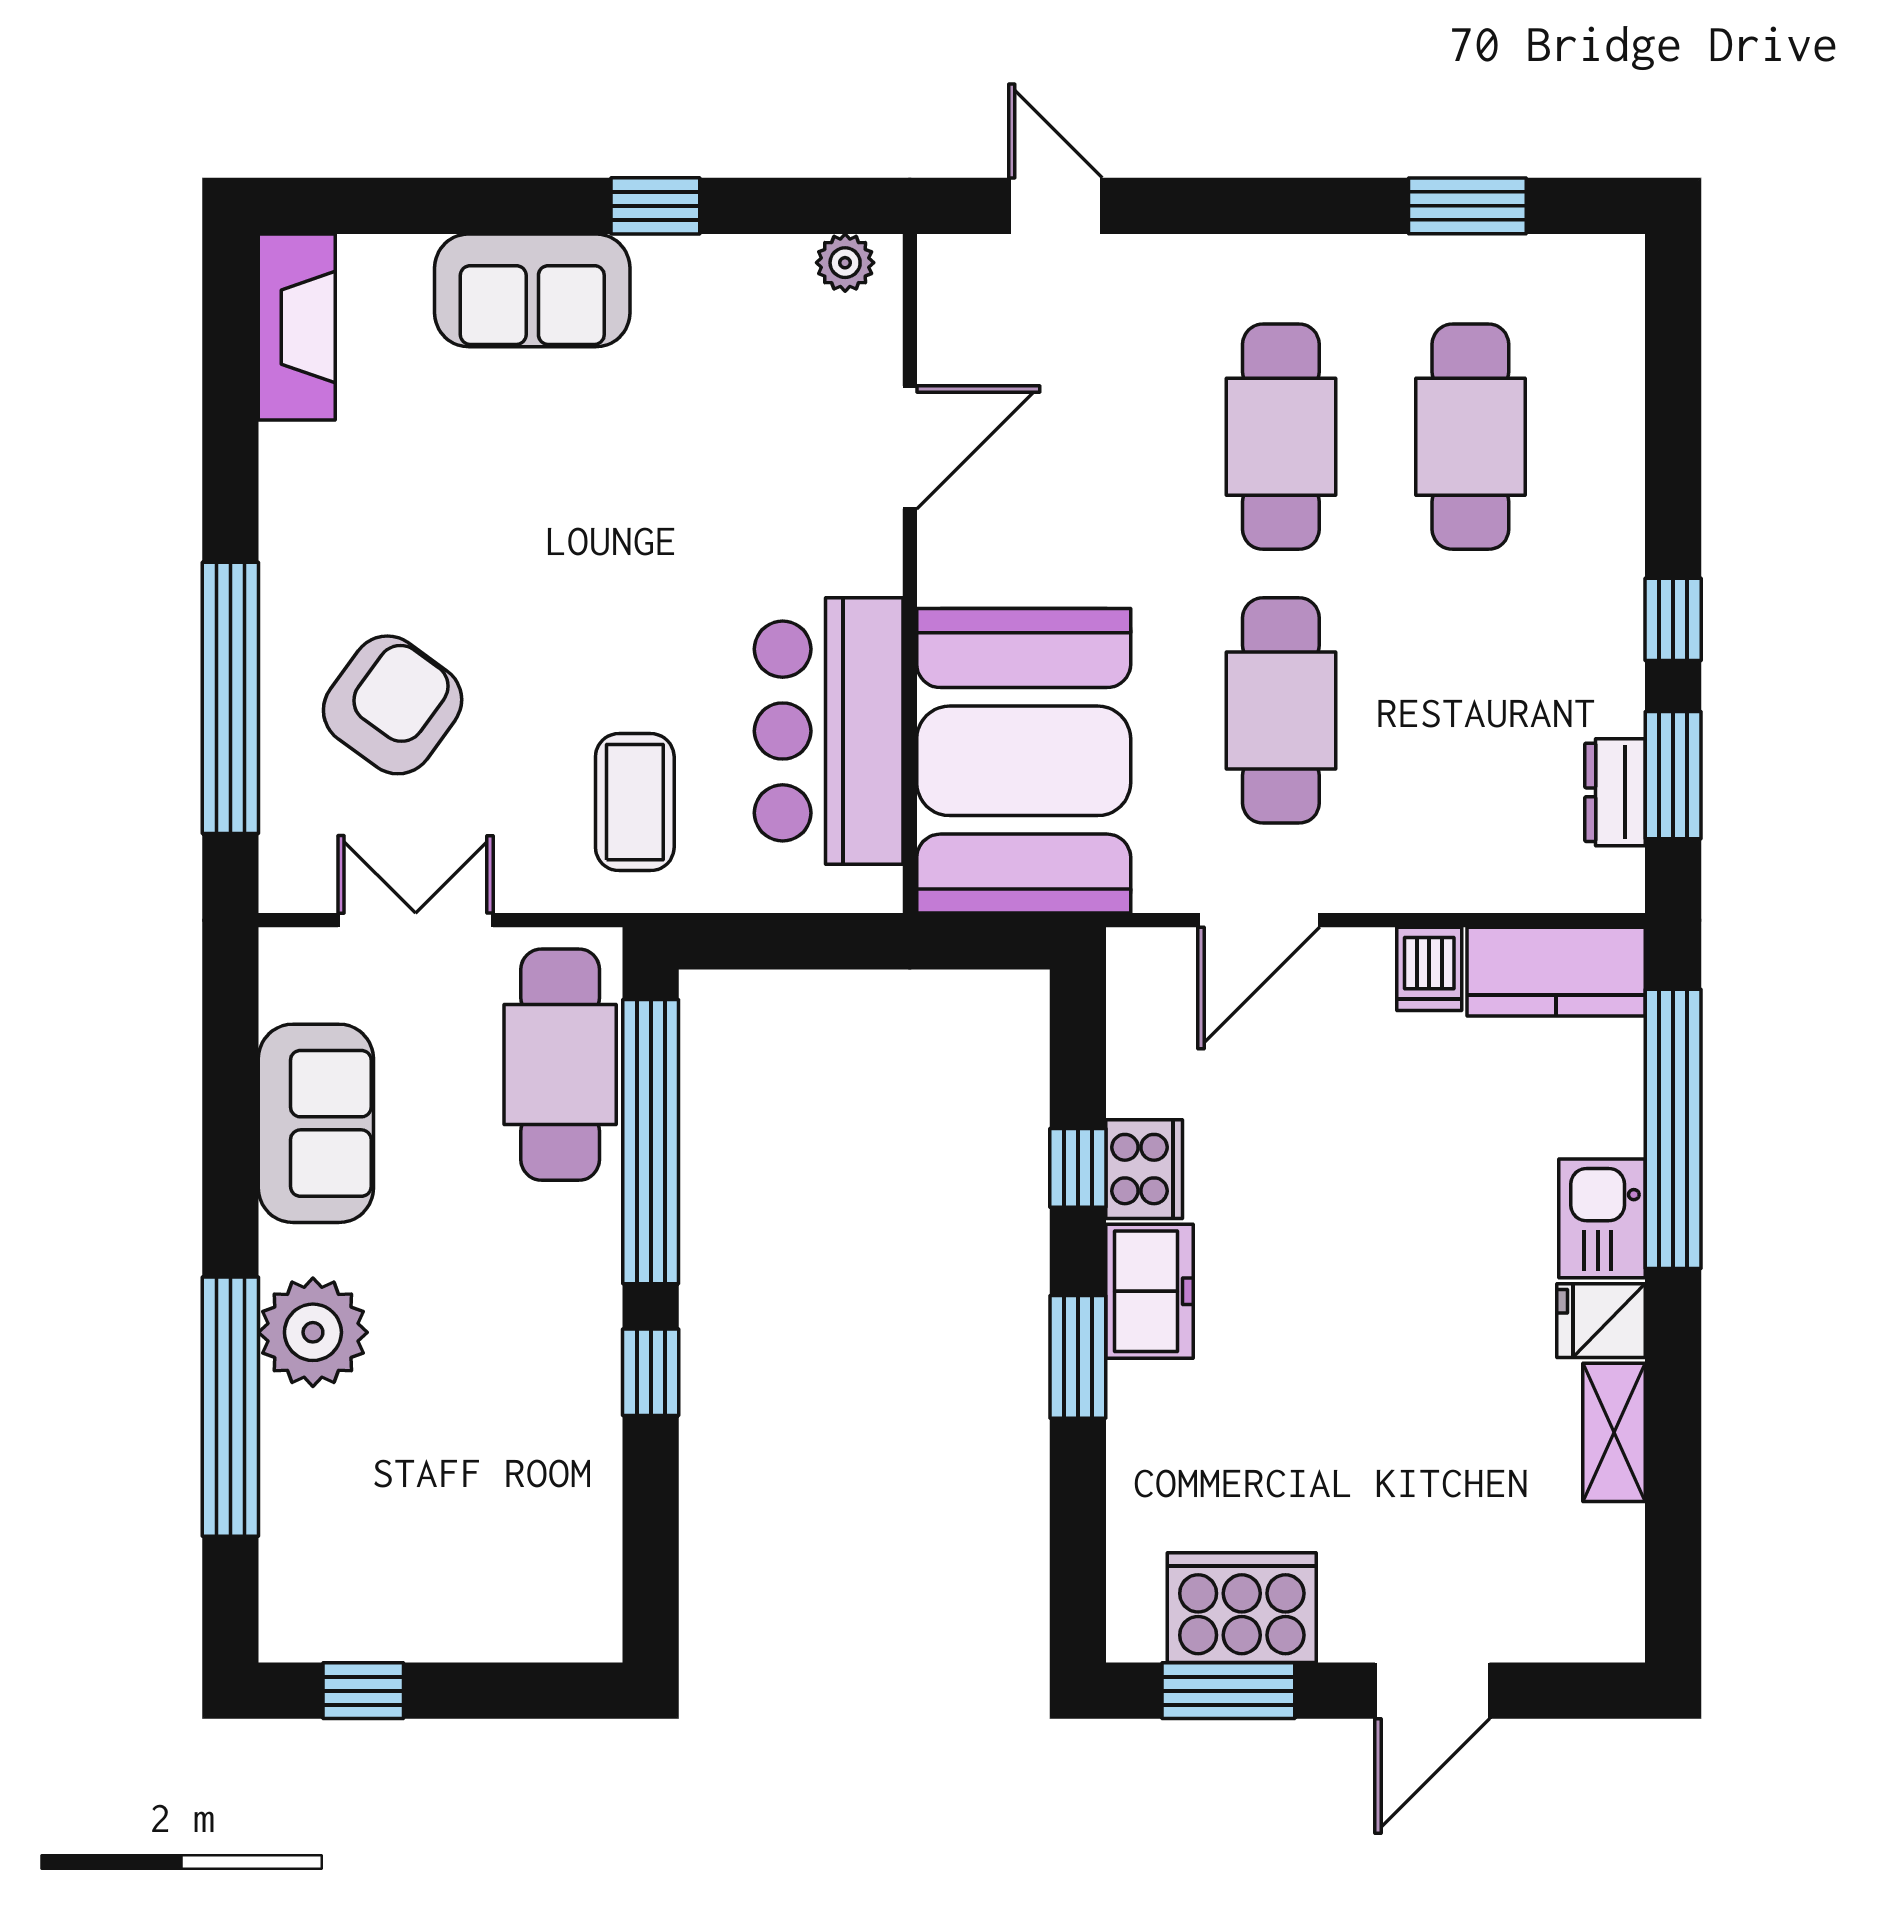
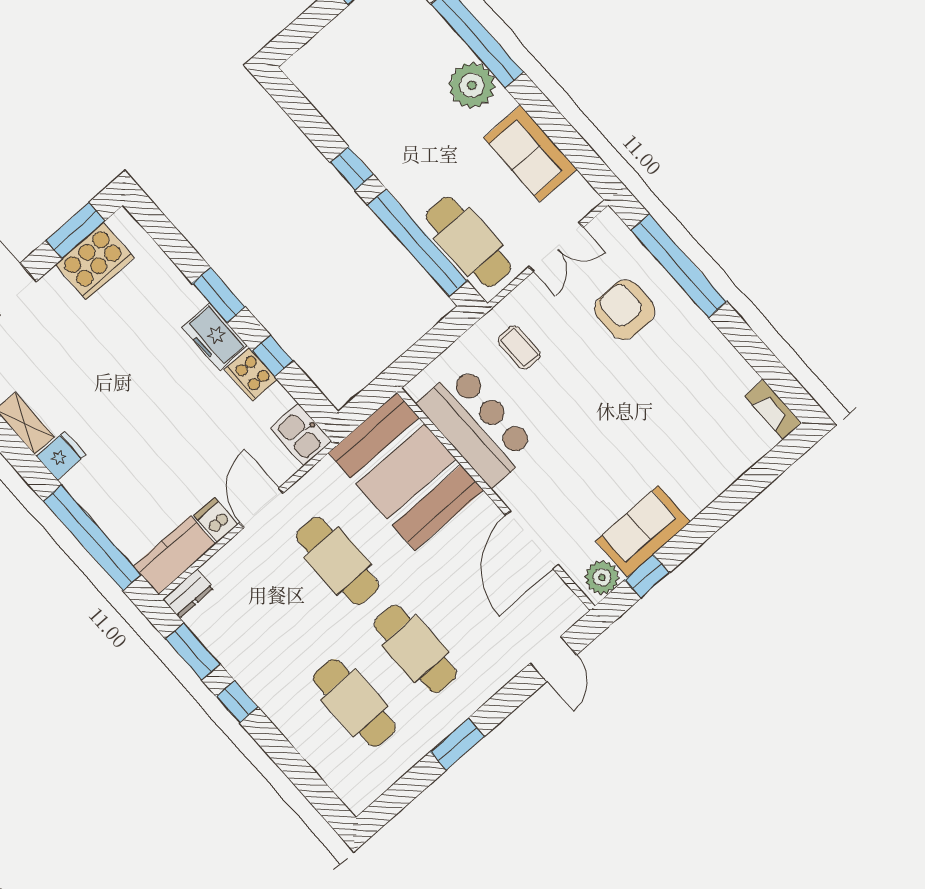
window: (655, 206) -> (647, 576), moved
door: (1055, 206) -> (554, 659), hinge flipped
window: (1467, 206) -> (457, 744), moved
plant: (845, 263) -> (602, 577), width x1.38, depth x1.38
sofa: (532, 290) -> (643, 531), moved
fireplace: (297, 327) -> (773, 410), width x0.73, depth x0.76
door: (910, 447) -> (532, 540), width x1.36
armchair: (393, 705) -> (625, 310), turned 144
dresser: (1615, 792) -> (188, 594), moved, turned 90
coffee table: (635, 802) -> (519, 347), width x0.73, depth x0.77
door: (1259, 920) -> (261, 508), moved
kitchen sink: (1602, 1218) -> (301, 434), moved, turned 180

